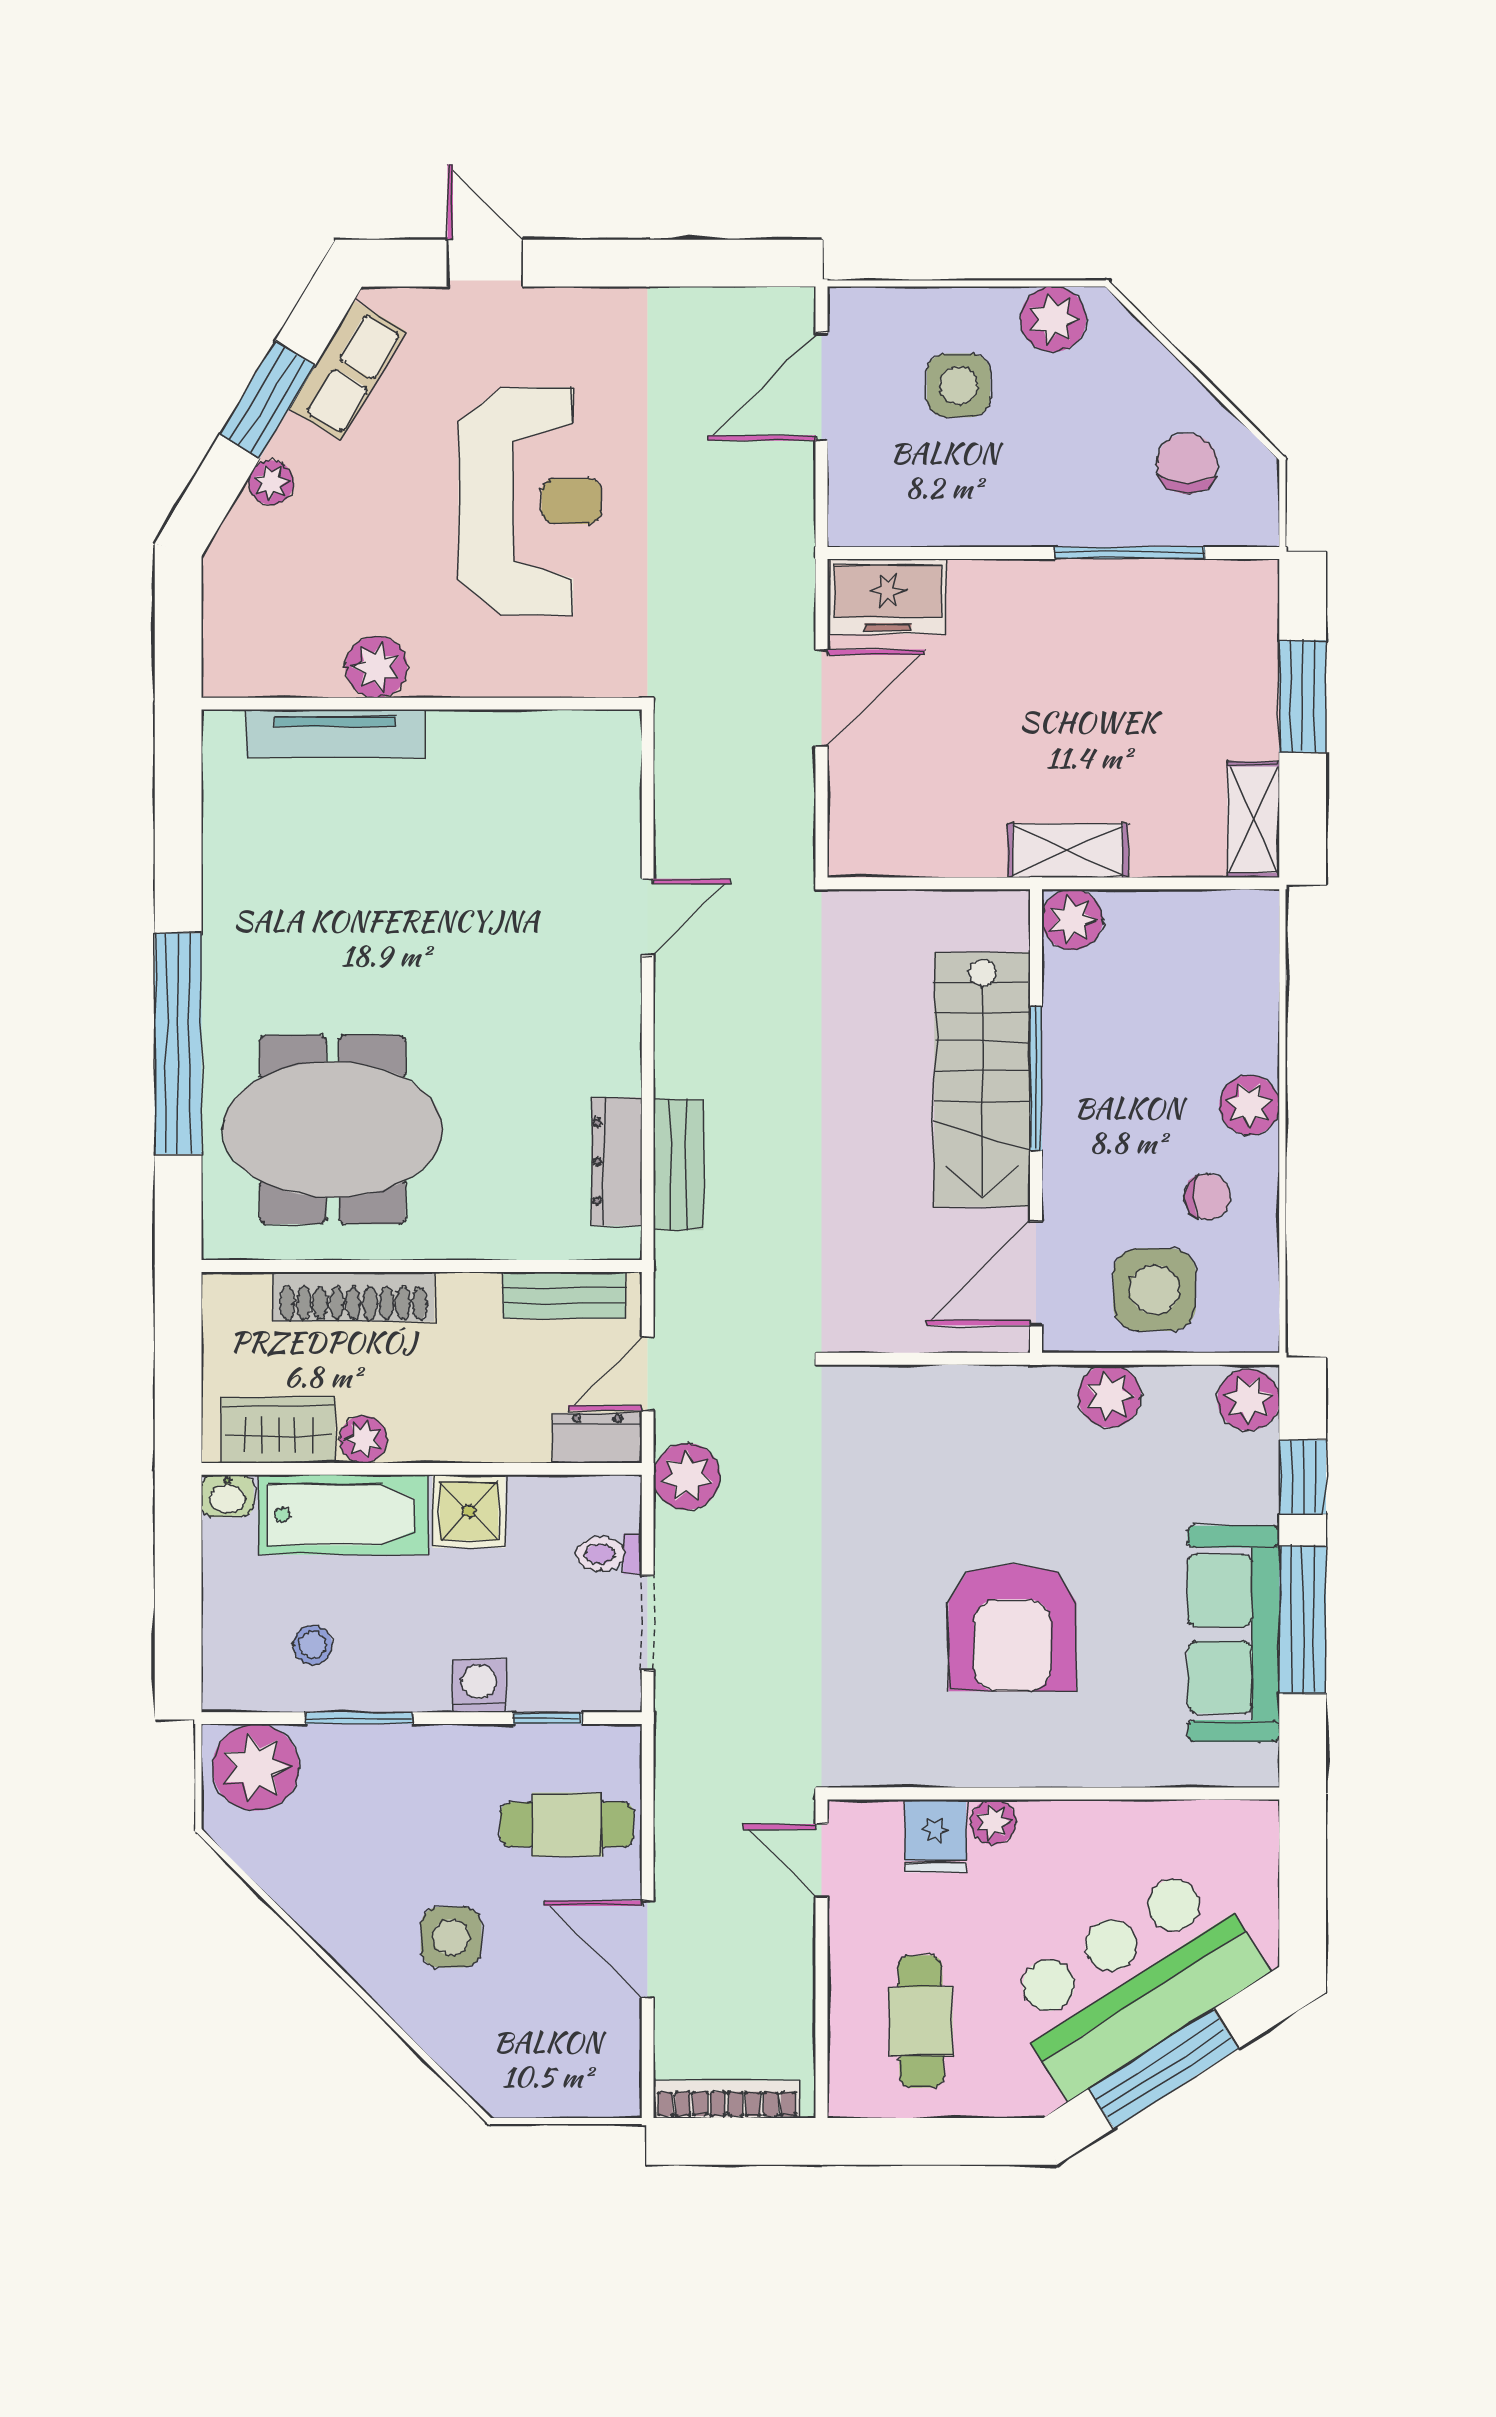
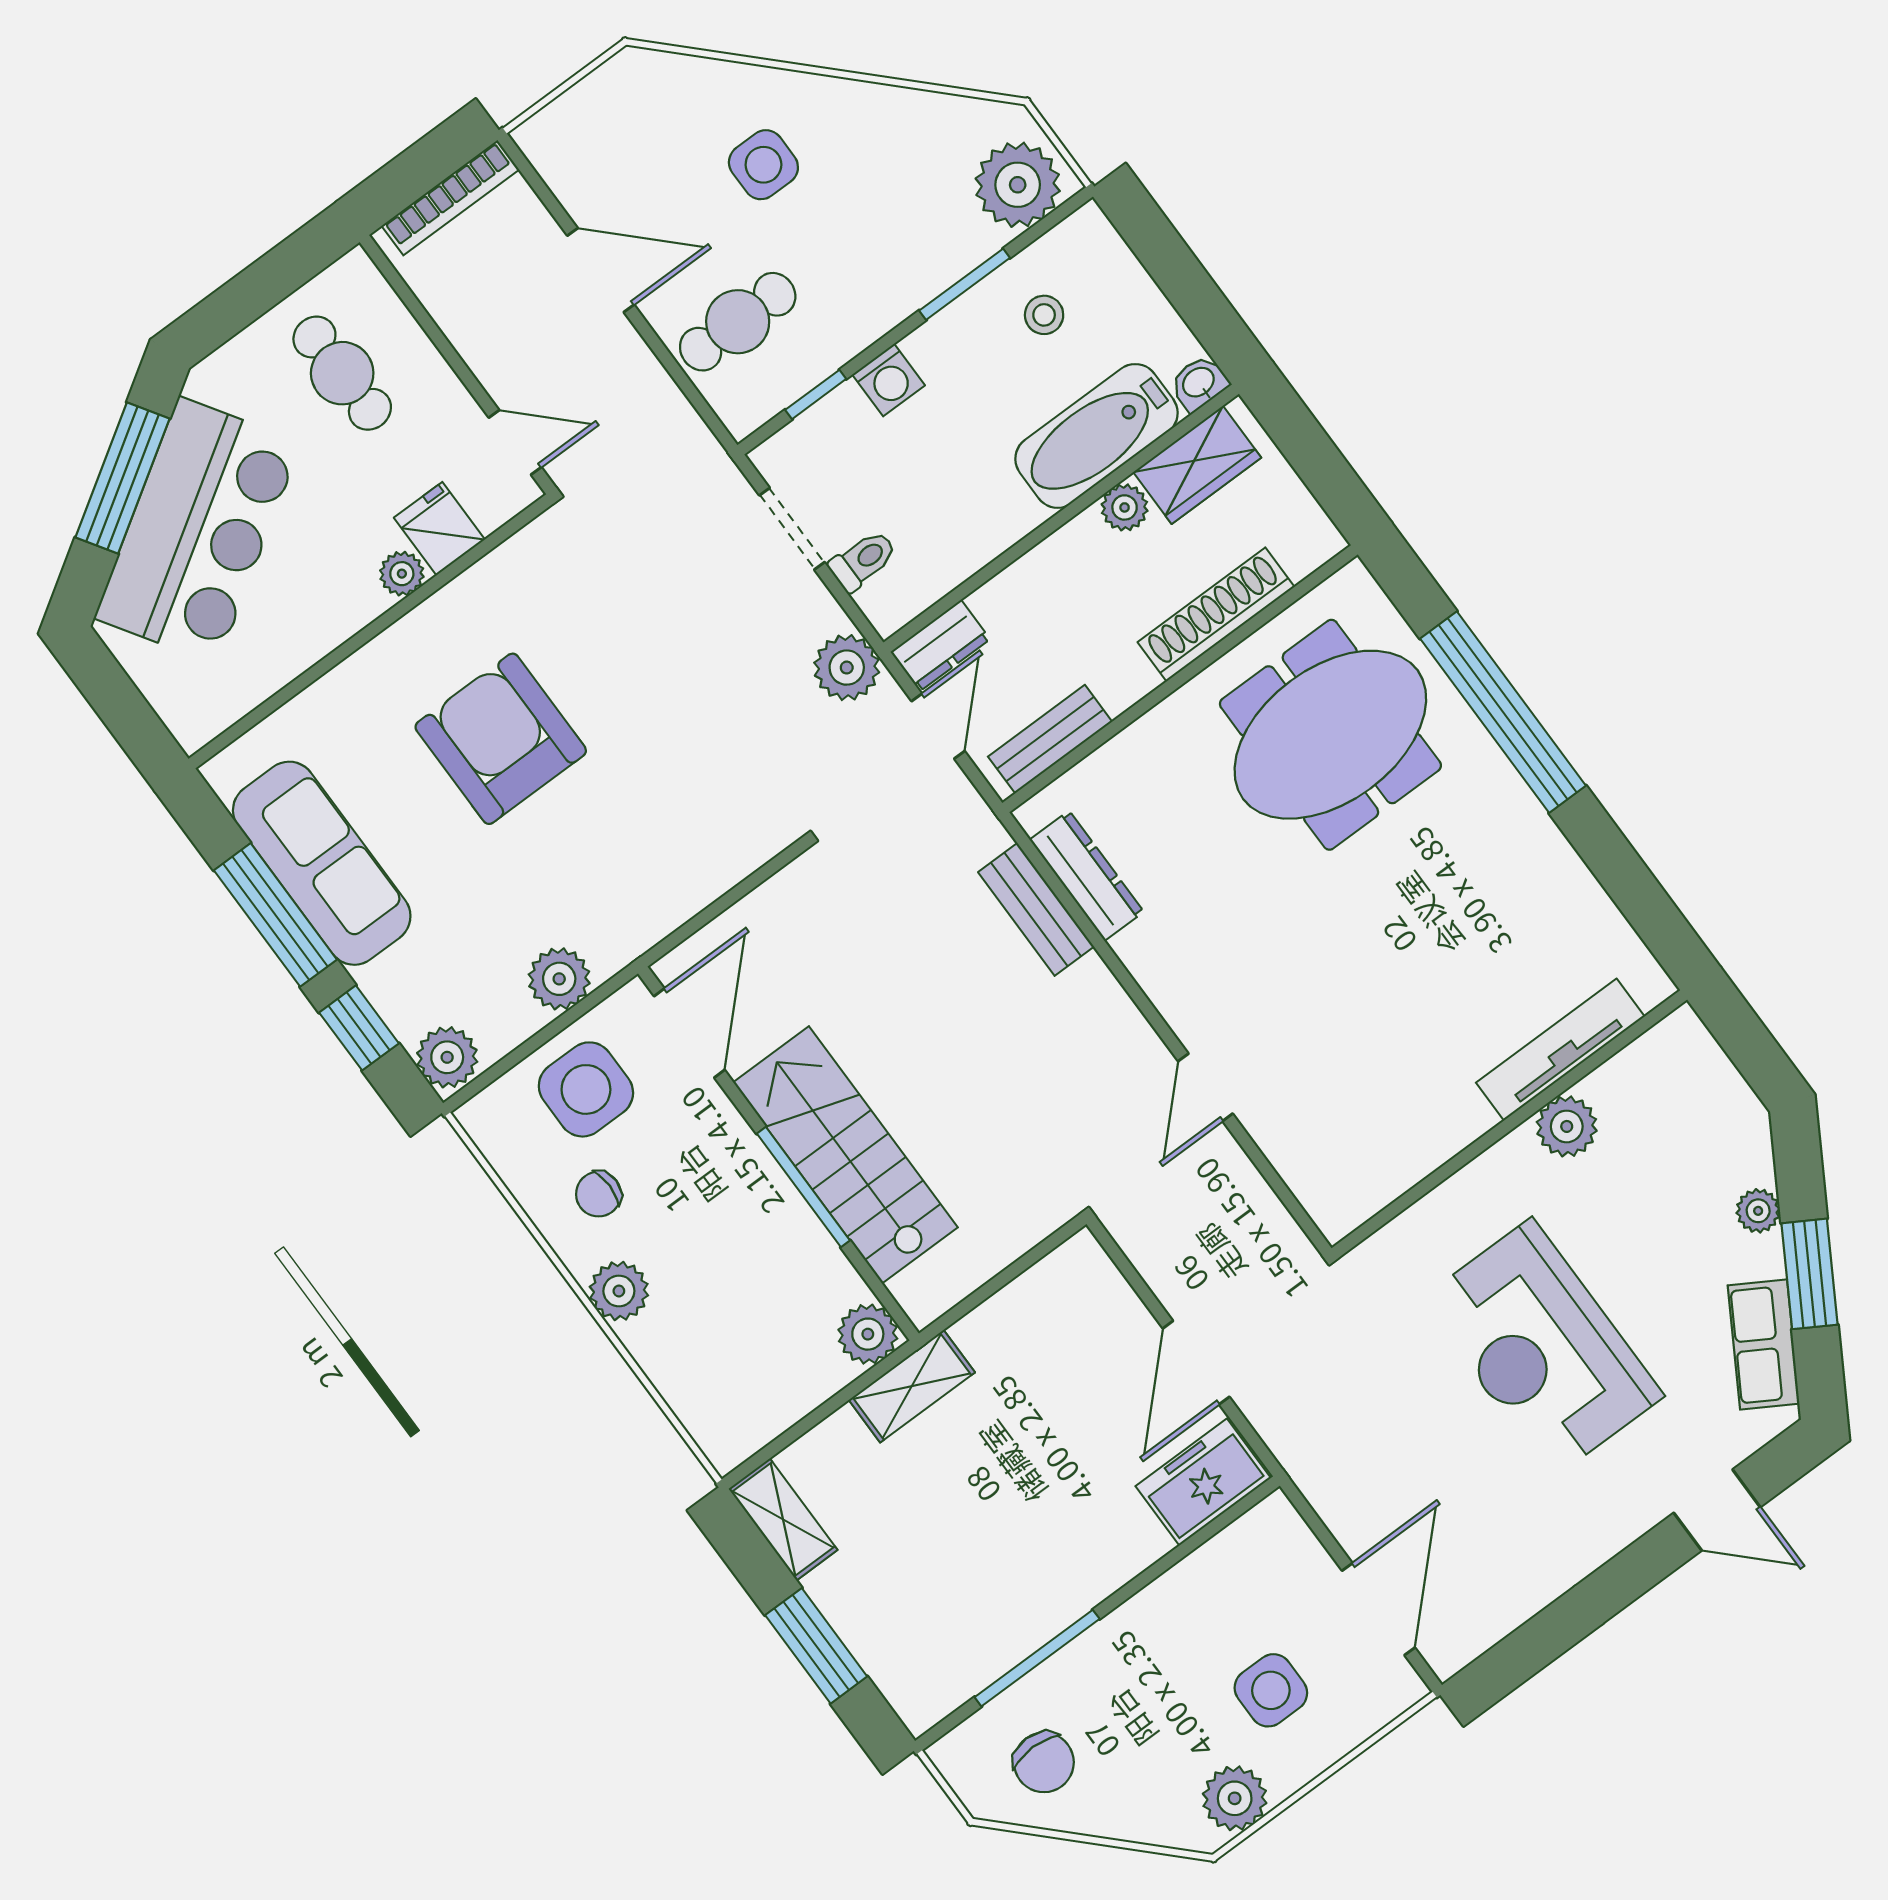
shower: (469, 1511) -> (999, 512), removed

